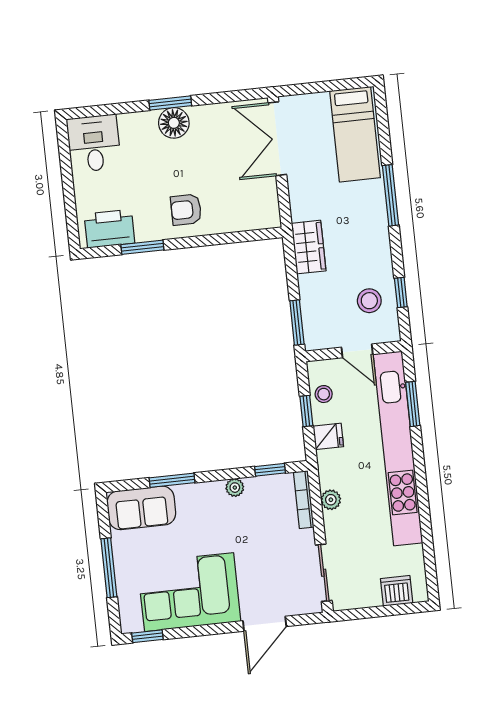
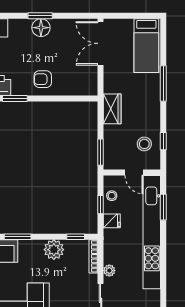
plant: (235, 488) -> (54, 250), width x1.88, depth x1.88
plant: (331, 500) -> (109, 271), moved

